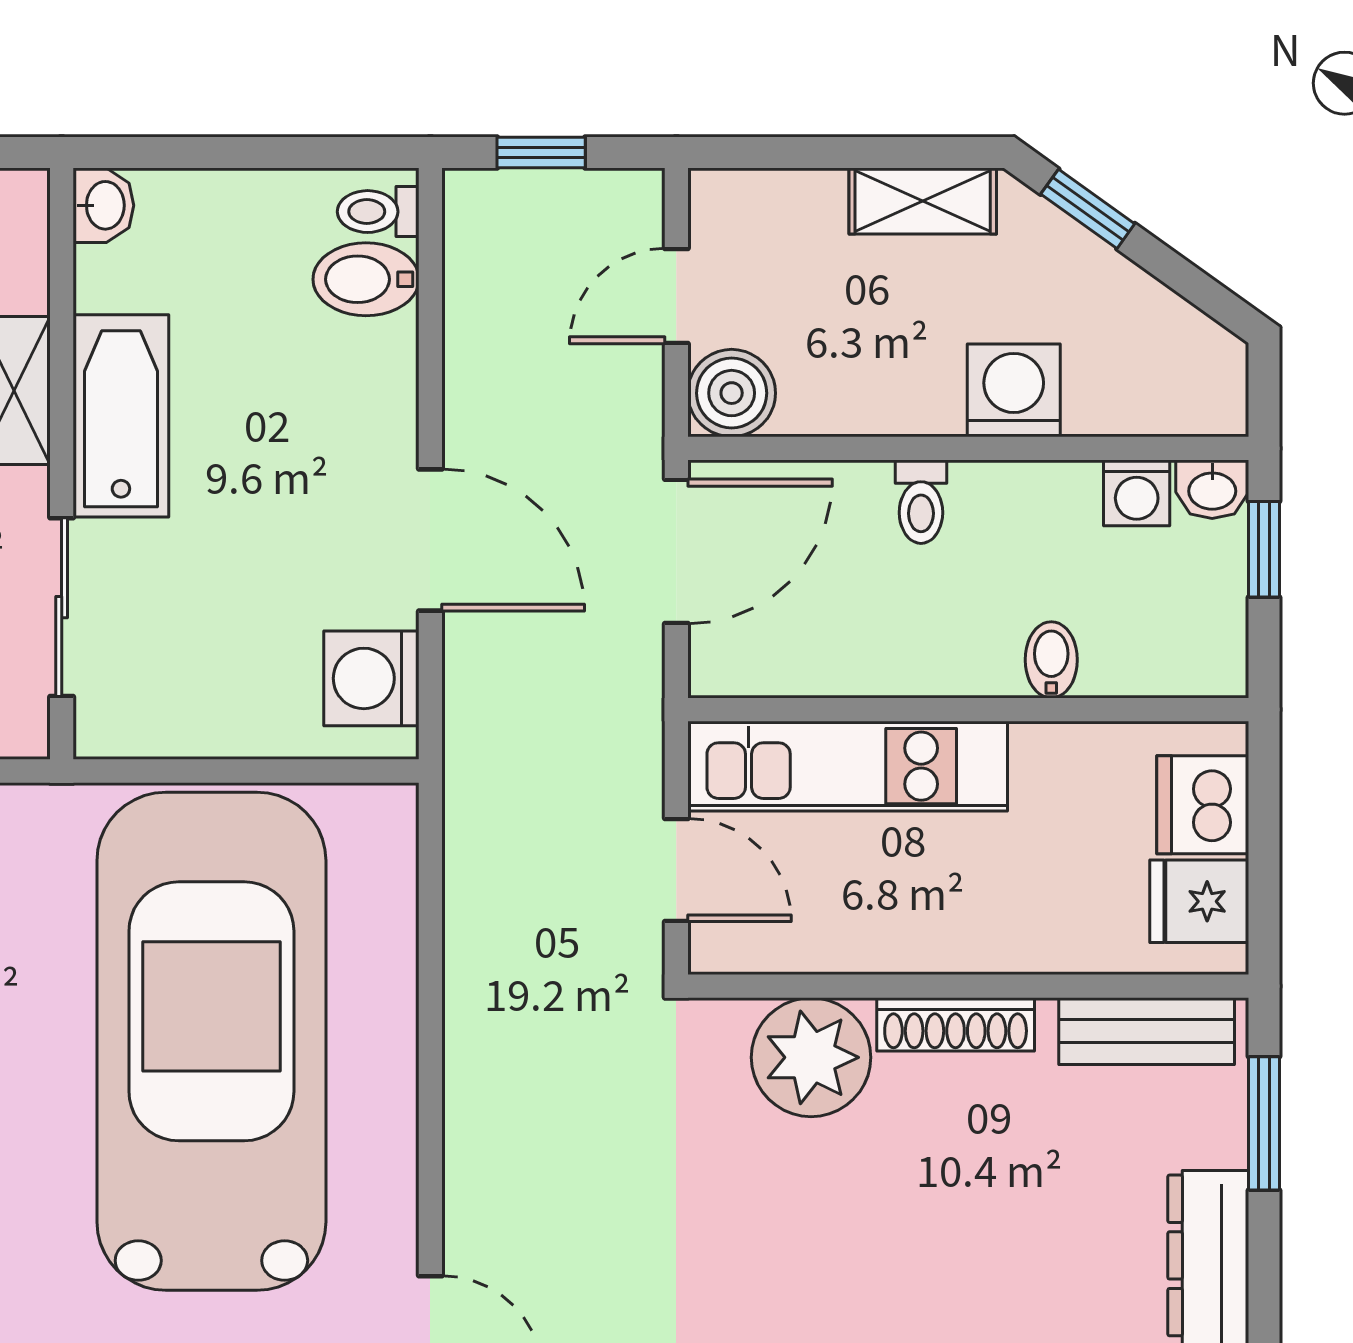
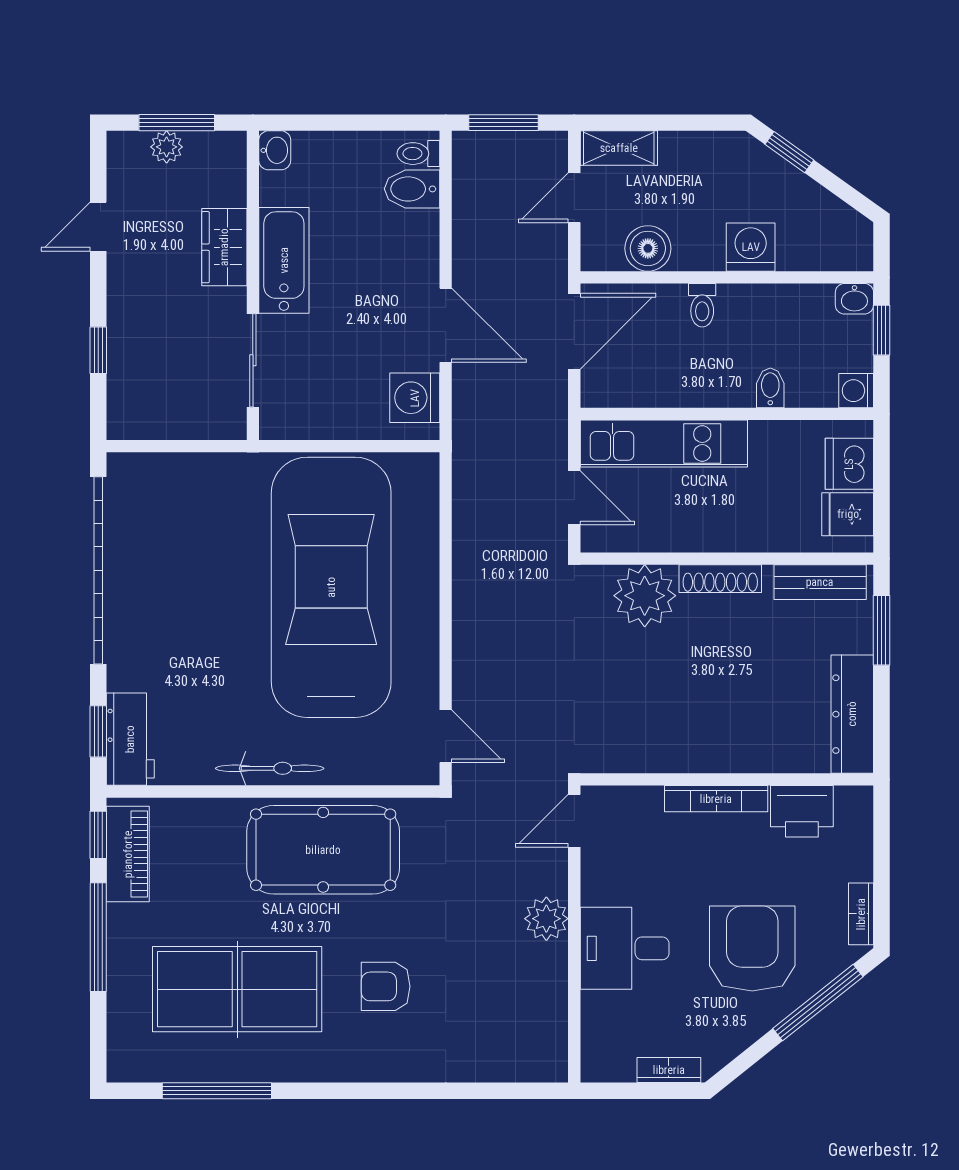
window: (541, 153) -> (504, 123), width x1.50
shelving: (923, 201) -> (619, 148), moved
boiler: (732, 393) -> (648, 248), moved
washing machine: (1137, 493) -> (856, 391), moved, turned 90

